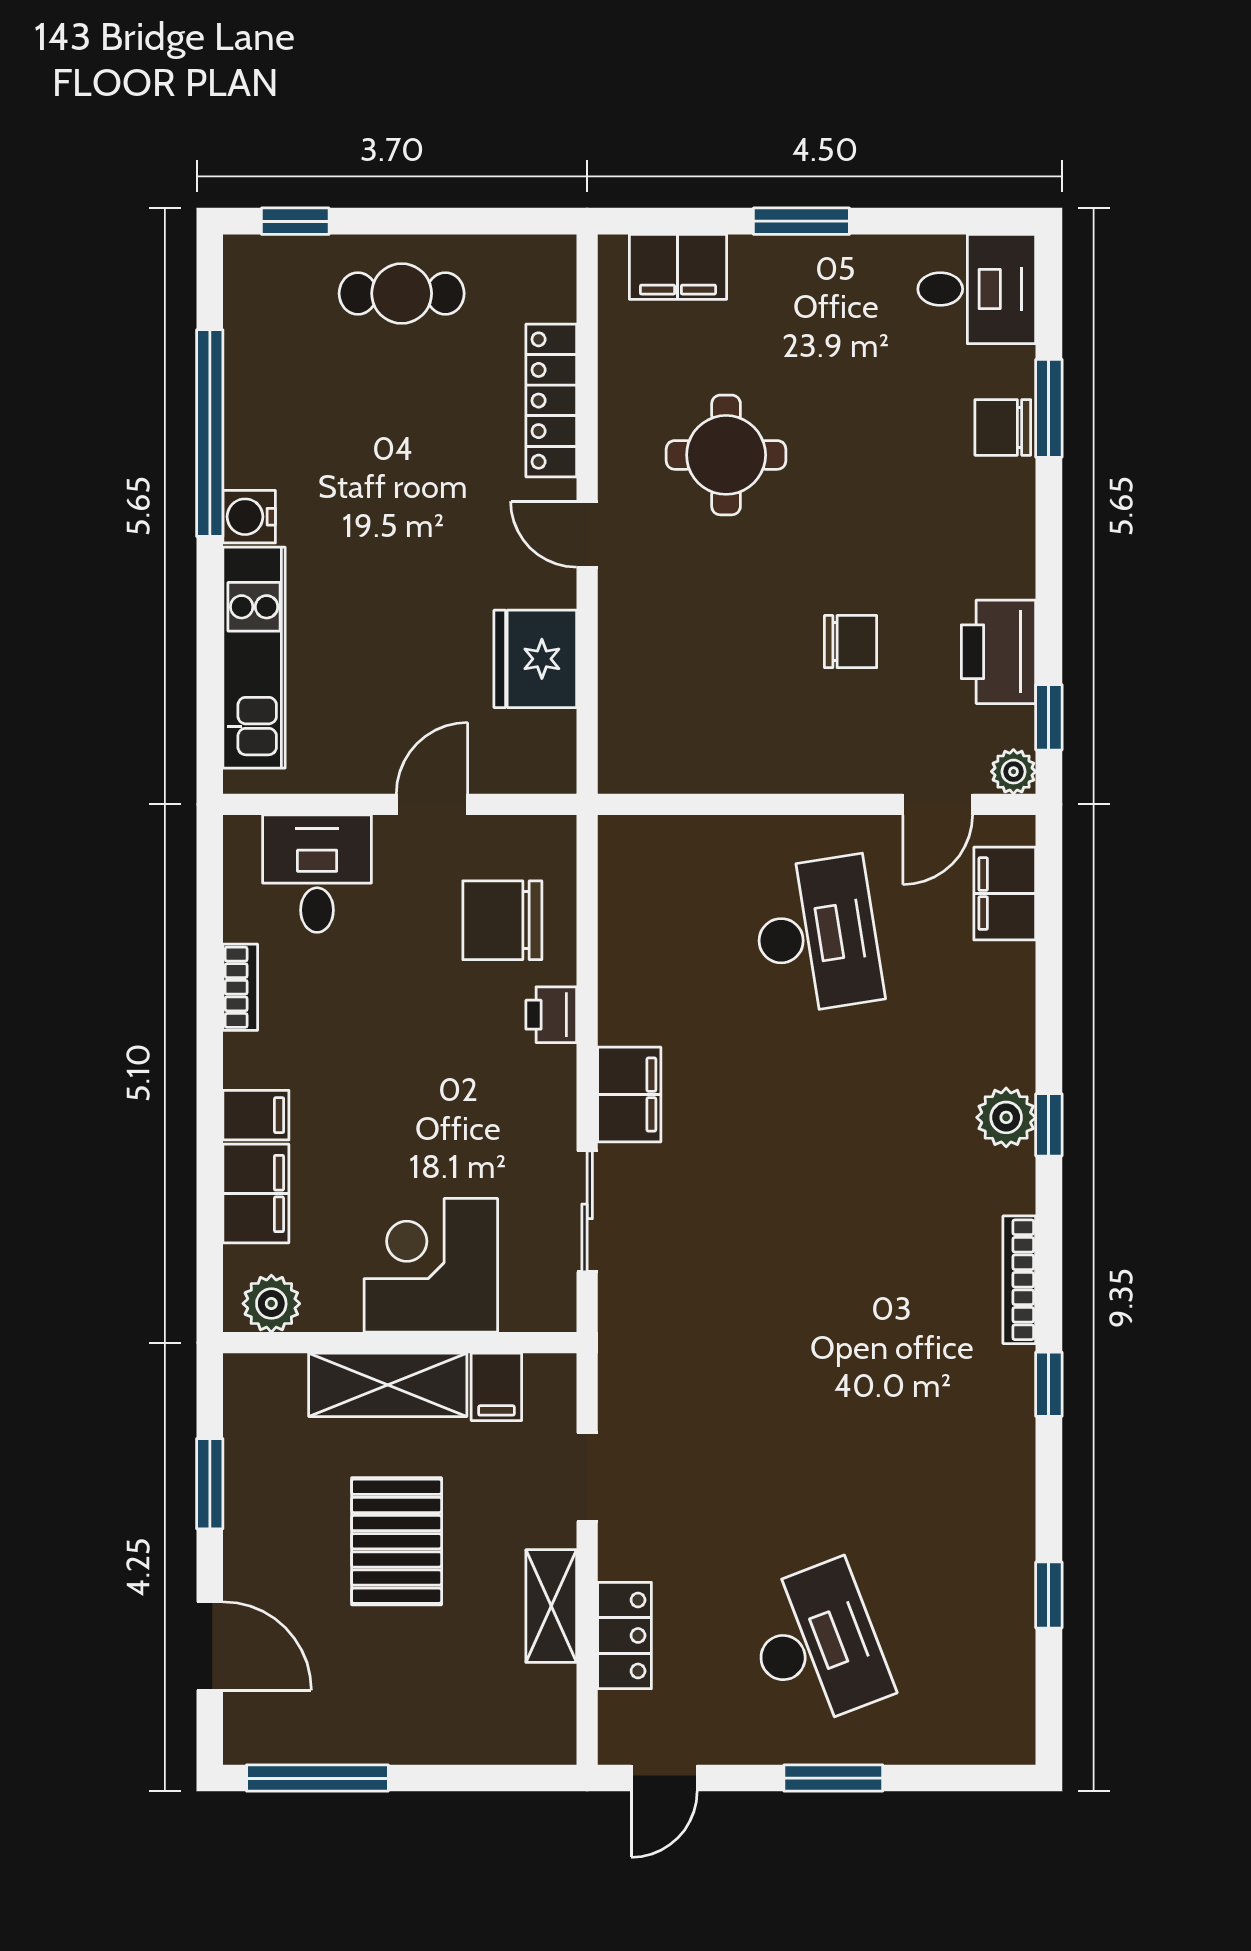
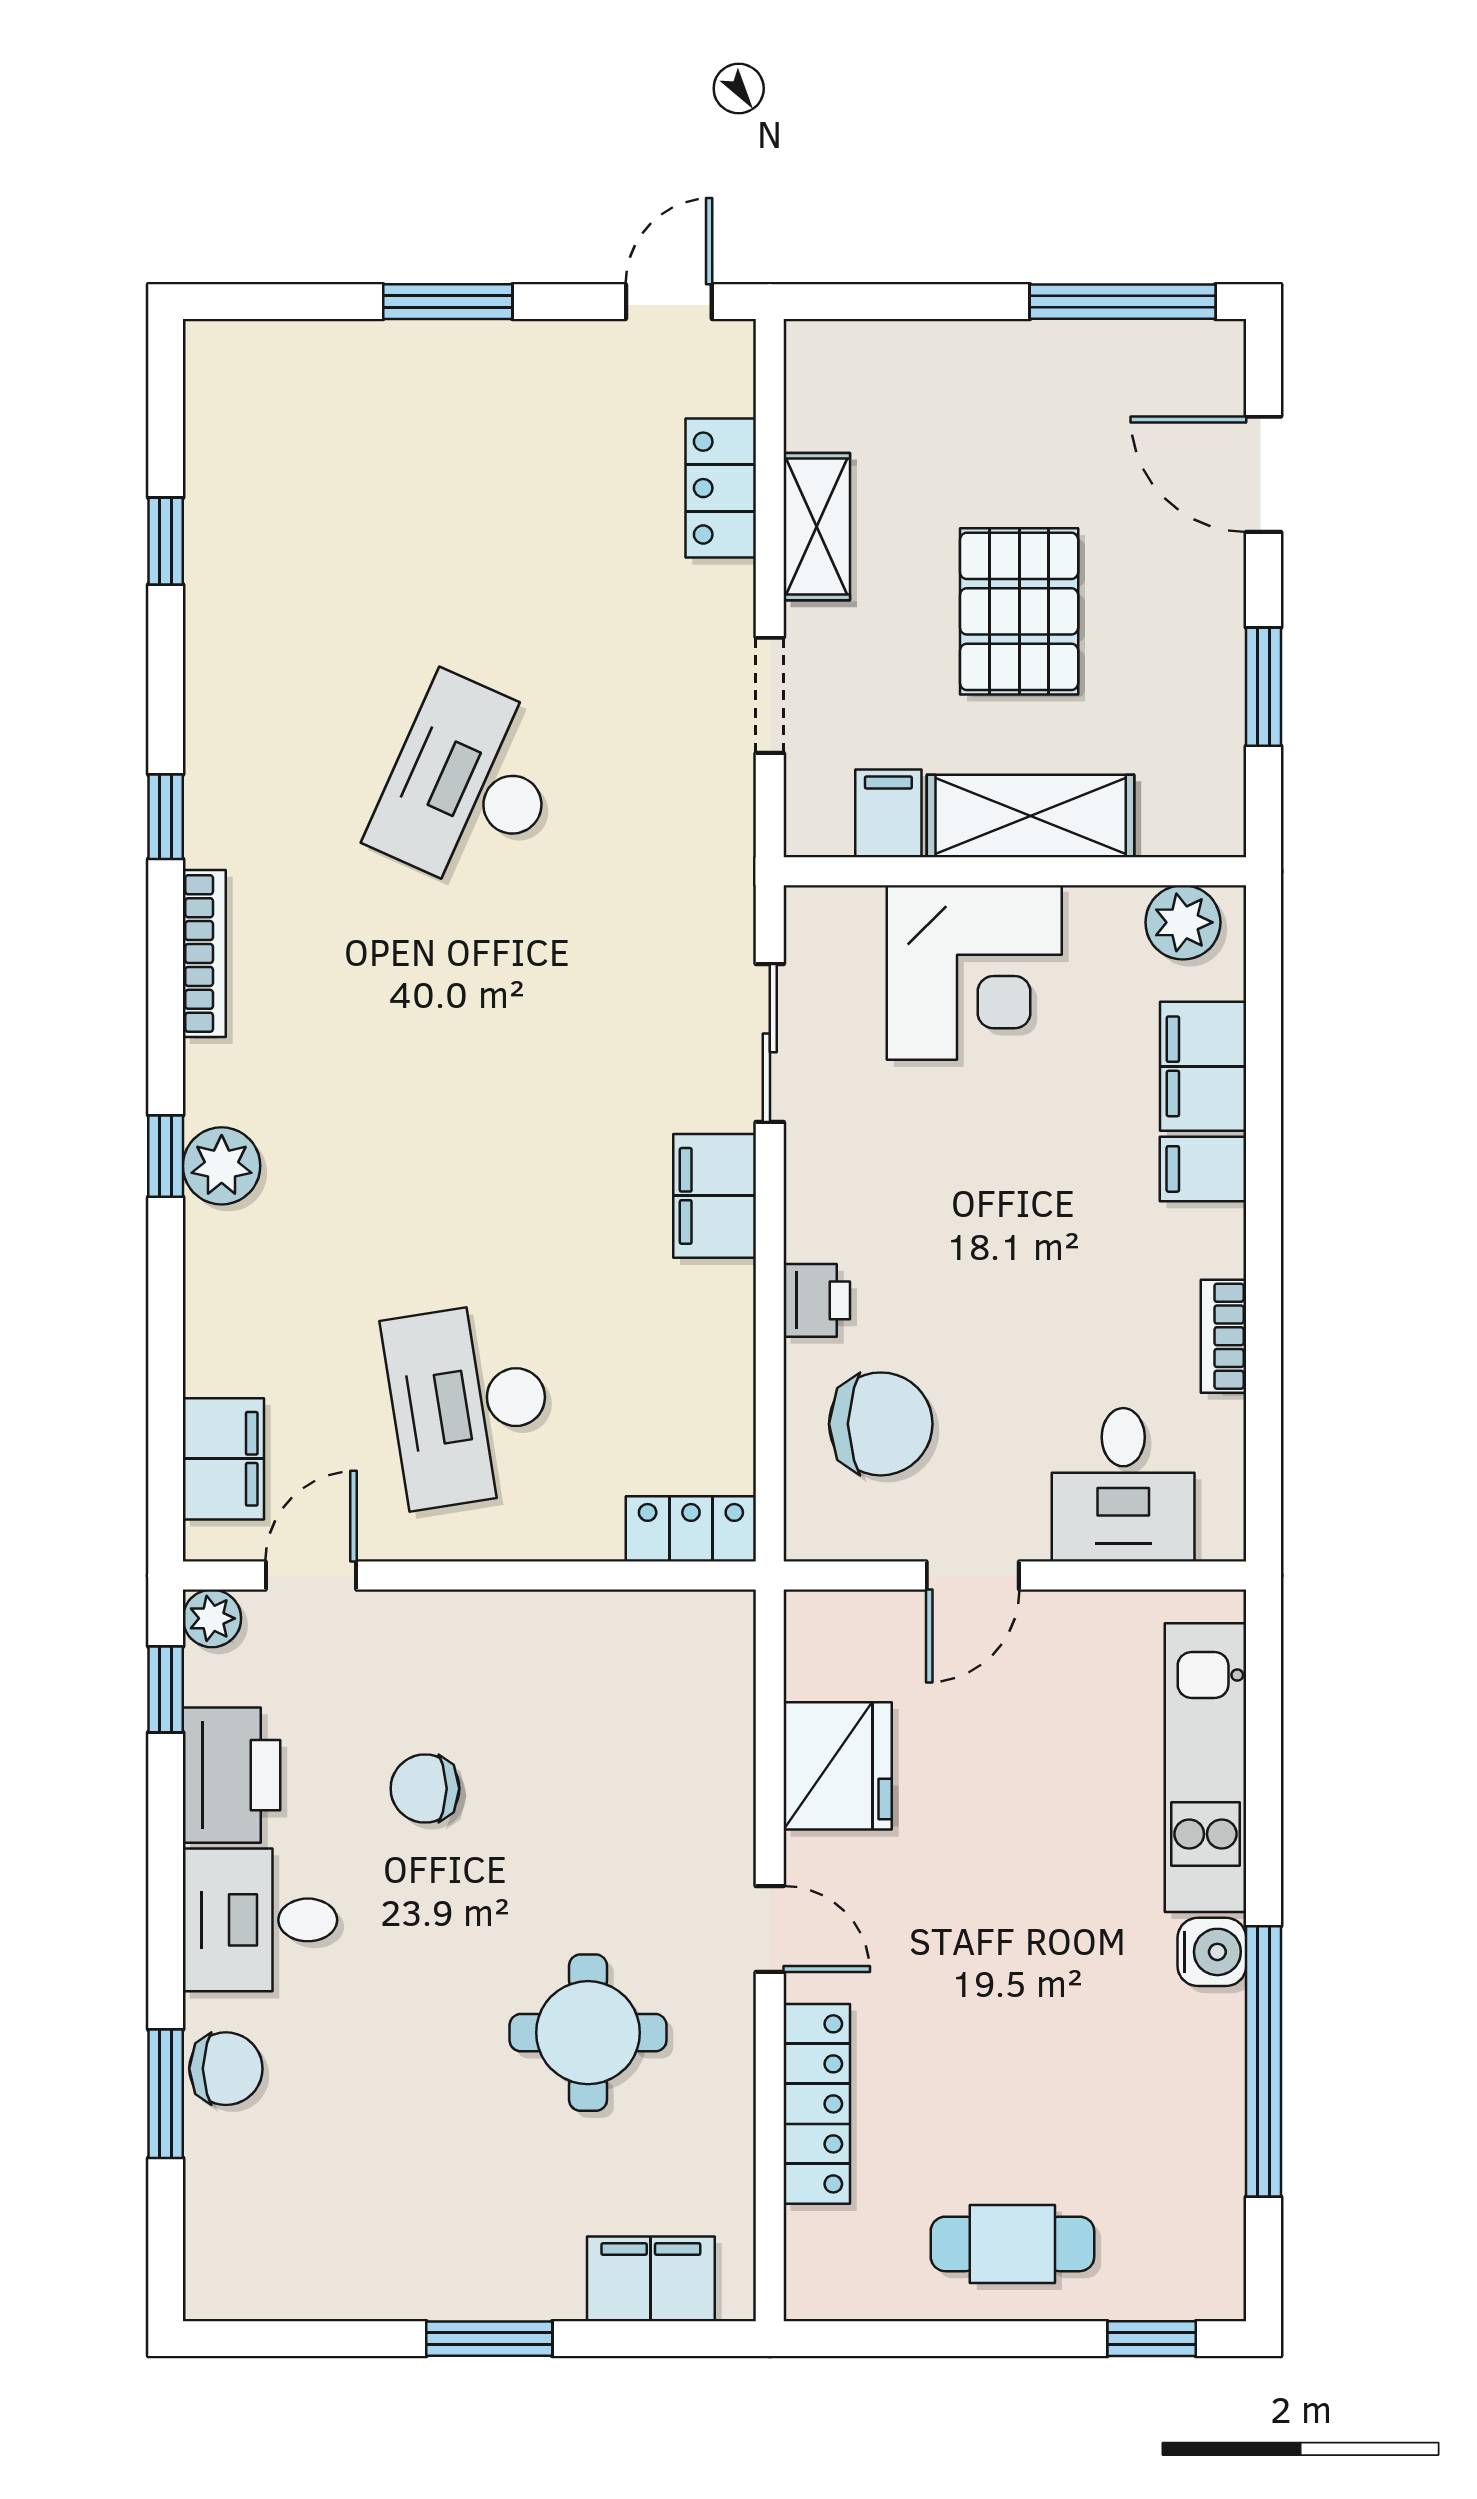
desk: (977, 289) -> (260, 1920), moved
locker: (647, 840) -> (691, 1529), added
desk: (817, 1645) -> (469, 786), moved, turned 45

